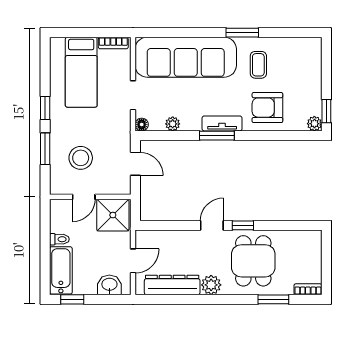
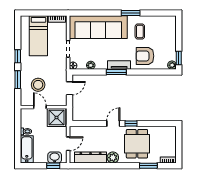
door: (135, 164) -> (69, 88), hinge flipped
door: (84, 197) -> (40, 107), swing flipped
window: (72, 299) -> (53, 166), moved

